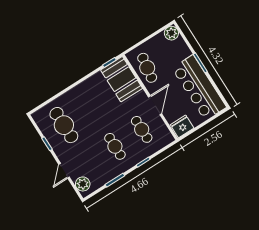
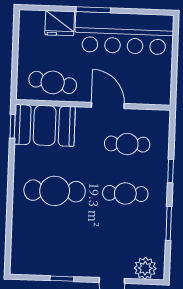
plant: (171, 33) -> (29, 21), removed
cafe table: (64, 125) -> (55, 191), moved
fridge: (182, 126) -> (60, 23), moved, turned -90

